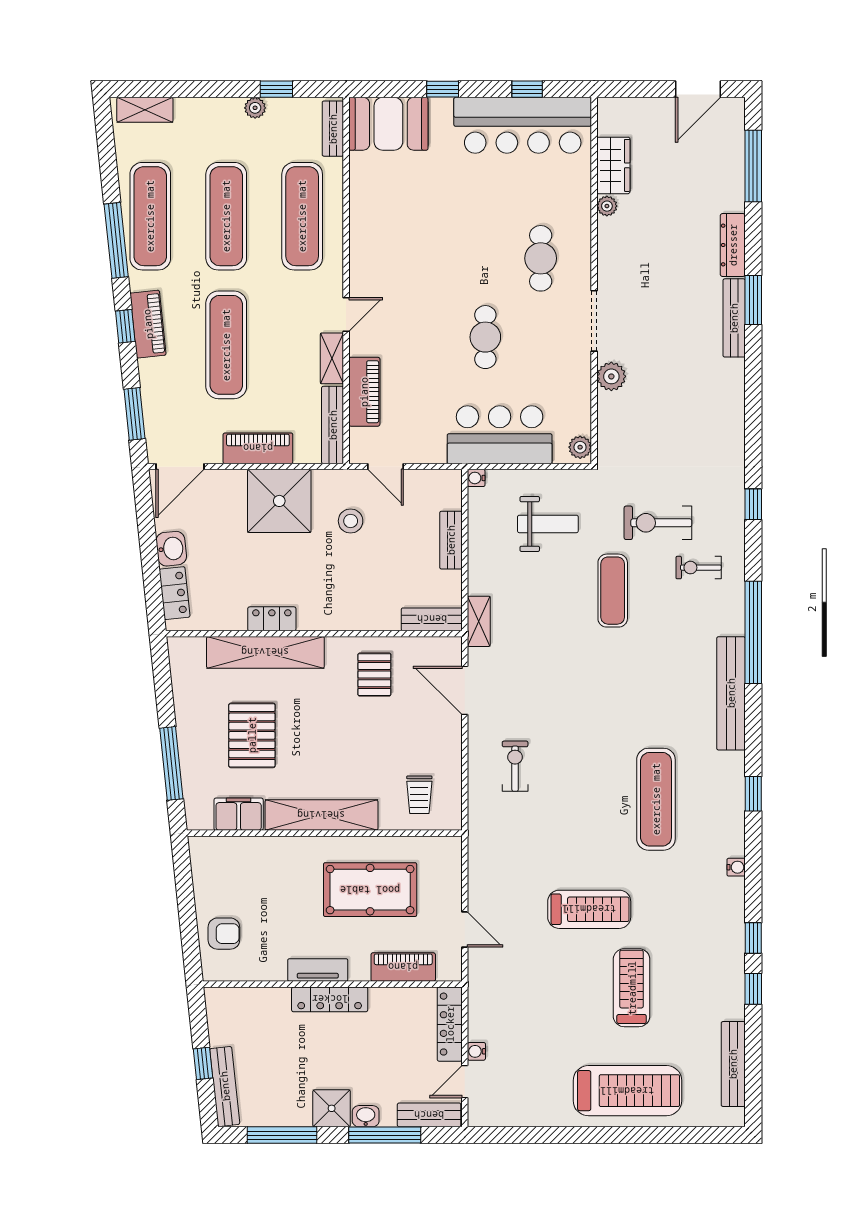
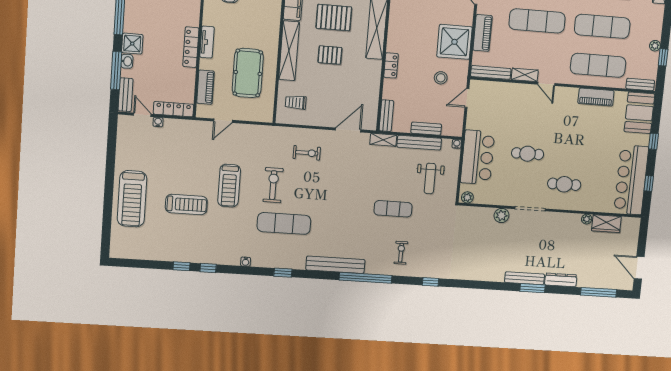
piano: (364, 392) -> (596, 97), moved
exercise bike: (658, 523) -> (273, 185), moved
locker: (272, 619) -> (391, 65), moved
pallet: (374, 675) -> (330, 55), moved
bench: (733, 1064) -> (419, 143), moved

